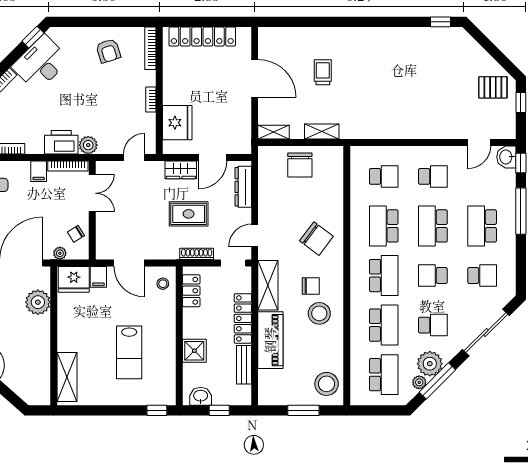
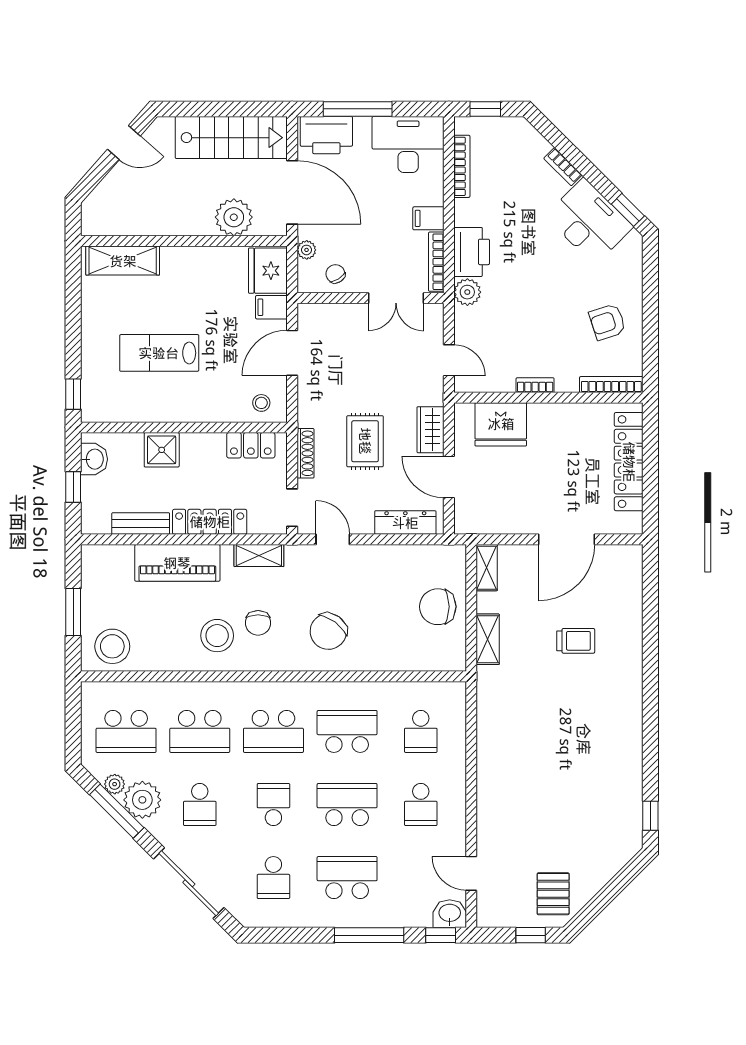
shelving: (268, 285) -> (259, 556), width x0.67, depth x0.75

